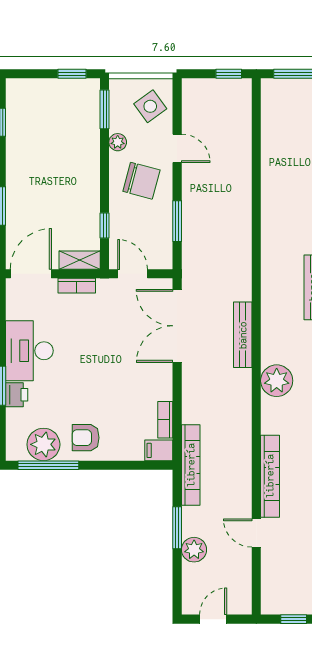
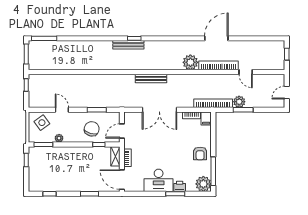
door: (177, 148) -> (62, 110), hinge flipped
chair: (141, 181) -> (92, 129), moved
double door: (177, 326) -> (159, 110), moved
plant: (277, 381) -> (190, 62), moved
plant: (43, 444) -> (203, 184), moved
door: (256, 533) -> (246, 72), hinge flipped
plant: (194, 550) -> (239, 102), moved
door: (213, 619) -> (287, 93), hinge flipped

